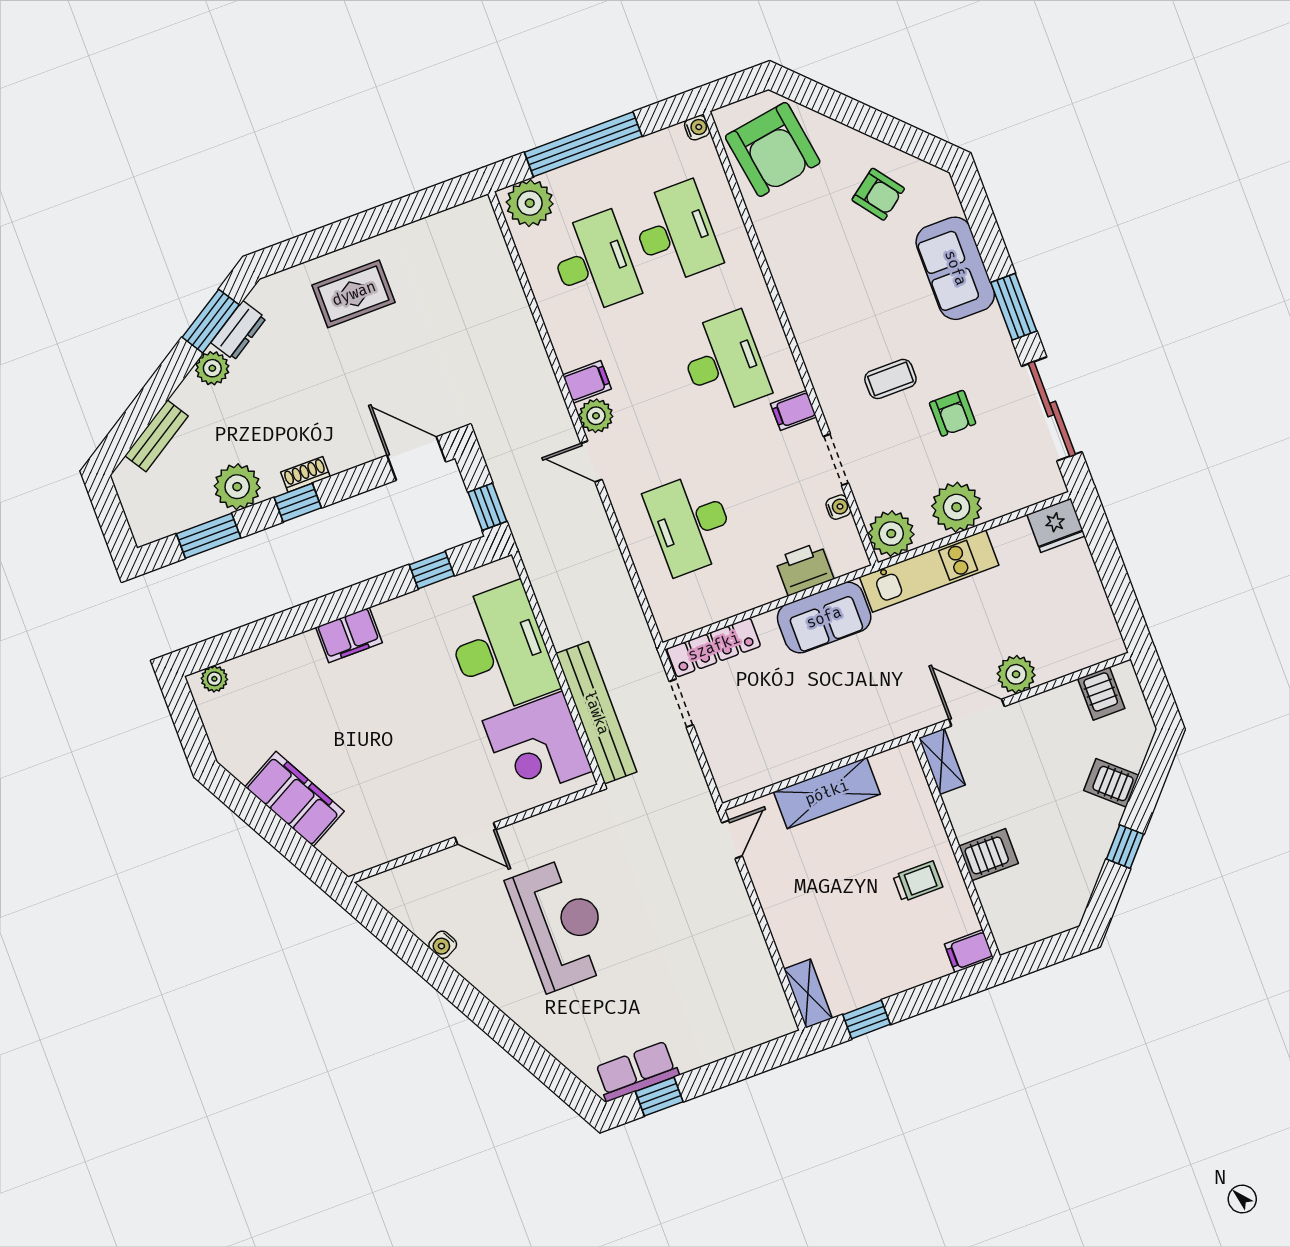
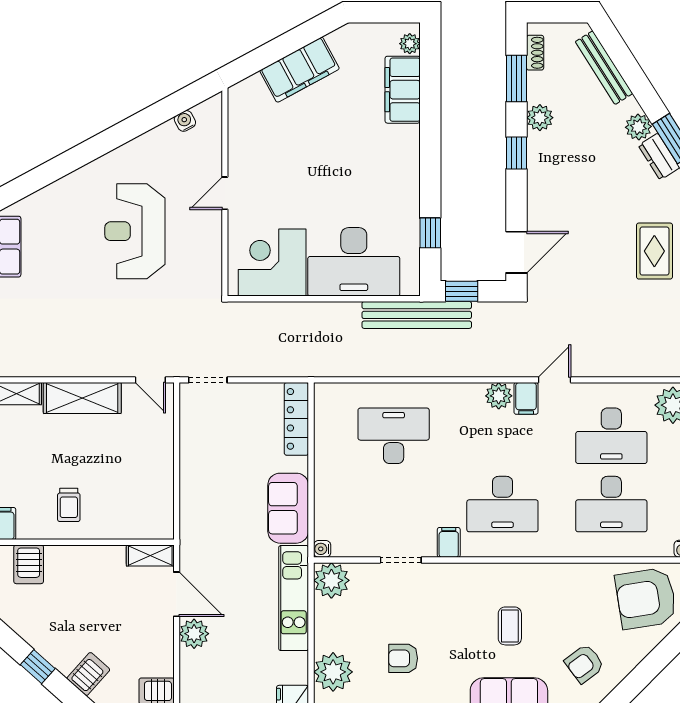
coffee table: (890, 379) -> (510, 626), moved
bench: (157, 436) -> (604, 68), width x1.36
door: (591, 461) -> (555, 380), moved
shoe rack: (305, 474) -> (535, 53), moved
plant: (237, 487) -> (540, 118), width x0.73, depth x0.73
water cooler: (838, 507) -> (322, 549), moved, turned 90
plant: (957, 507) -> (333, 672), moved
printer: (804, 569) -> (329, 507), removed
filing cabinet: (349, 635) -> (403, 90), moved, width x1.50, depth x1.17
doorway: (681, 703) -> (208, 380), moved
bench: (596, 713) -> (417, 315), moved
door: (977, 713) -> (177, 594), hinge flipped
shelving: (827, 793) -> (82, 398), moved, turned 90
server rack: (989, 855) -> (29, 564), moved
reception desk: (561, 924) -> (135, 231), turned 90
water cooler: (443, 945) -> (185, 121), moved

